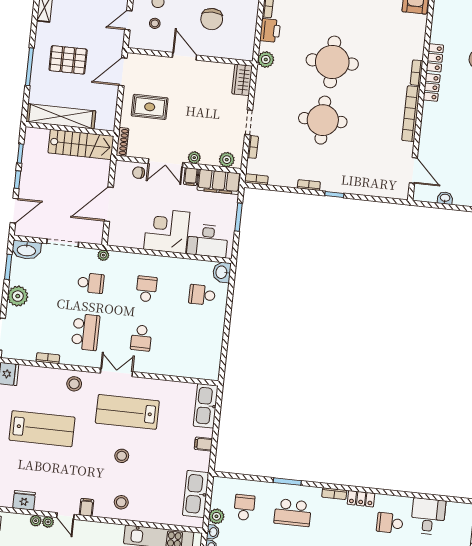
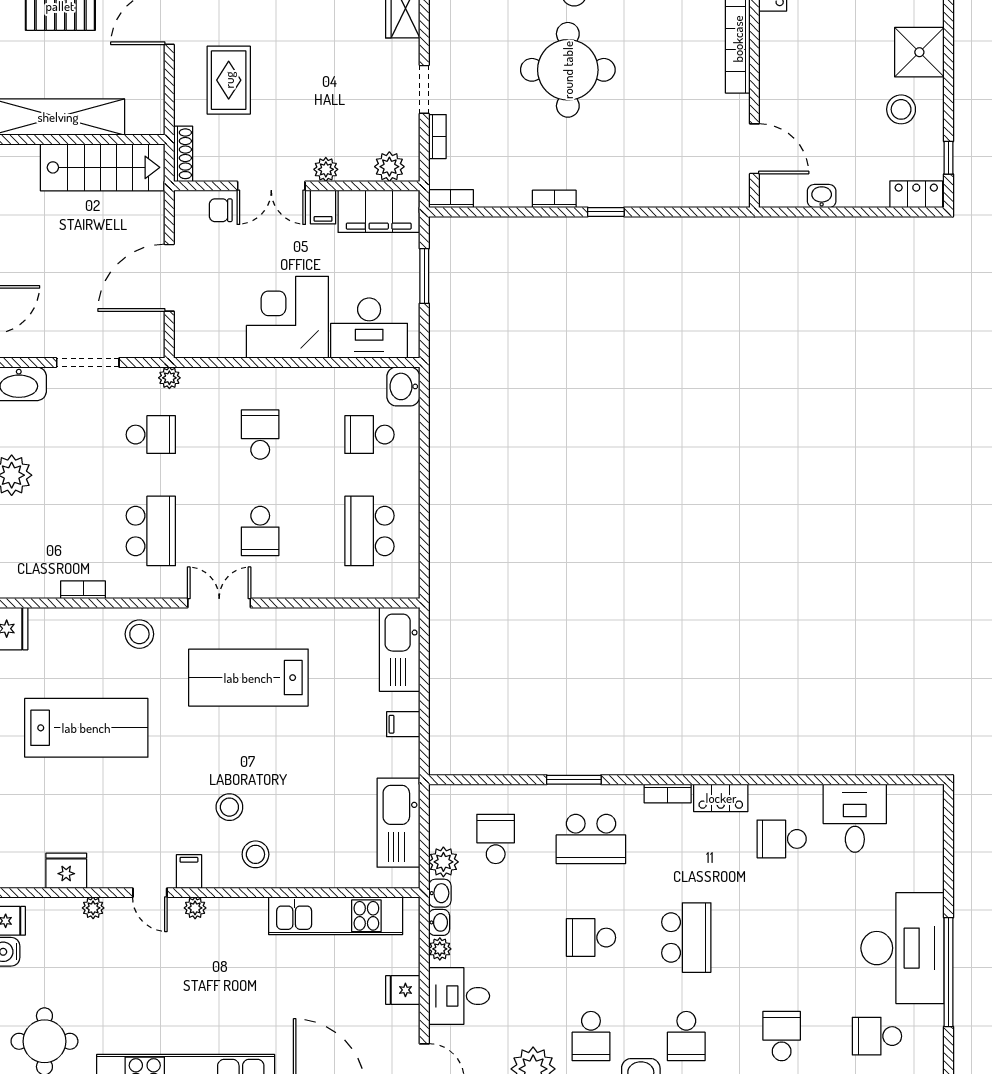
rug: (150, 107) -> (229, 80), turned 90
school desk: (197, 344) -> (369, 531), added
stool: (122, 456) -> (229, 807), moved
plant: (48, 522) -> (195, 908), moved

